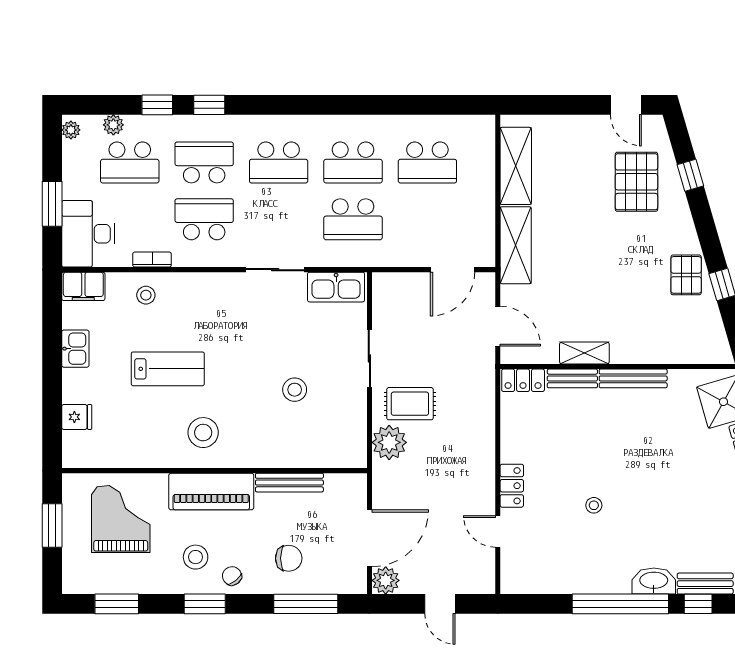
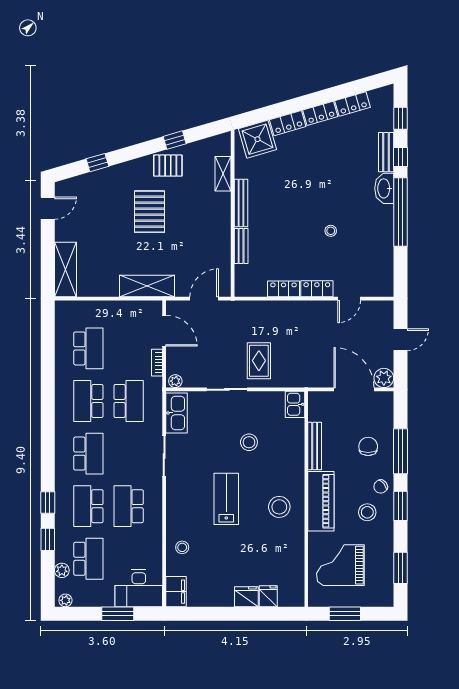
school desk: (353, 162) -> (88, 401), turned 180
shelving: (516, 166) -> (66, 270), moved, turned 90
pallet: (636, 182) -> (150, 212), moved, turned 90
bookcase: (152, 260) -> (157, 363), moved
kitchen sink: (75, 349) -> (295, 404), moved, turned -90
shelving: (584, 353) -> (223, 174), moved
lab bench: (168, 369) -> (226, 499), moved
locker: (523, 380) -> (284, 289), moved, turned -90
fridge: (76, 386) -> (246, 597), added
plant: (389, 442) -> (175, 381), moved, width x0.53, depth x0.53
window: (306, 604) -> (400, 451), moved

